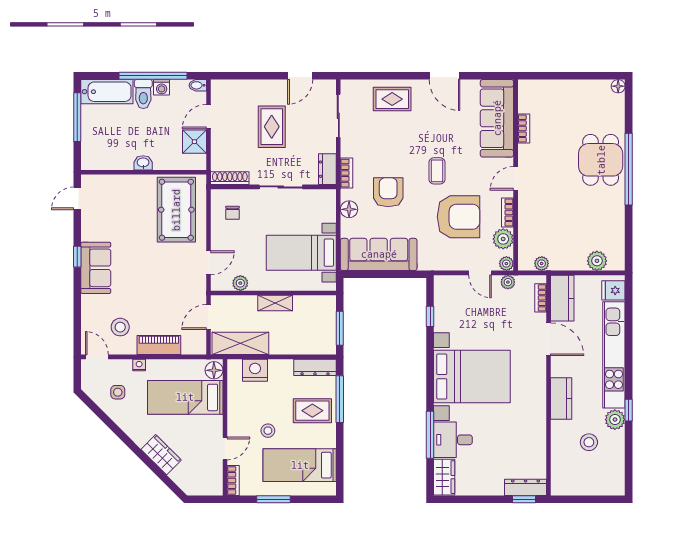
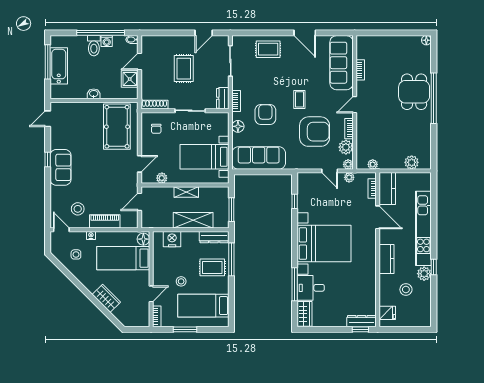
bathtub: (107, 92) -> (59, 66), moved, turned -90
fridge: (613, 290) -> (387, 313), moved, turned 180
shelving: (240, 343) -> (193, 220), moved

